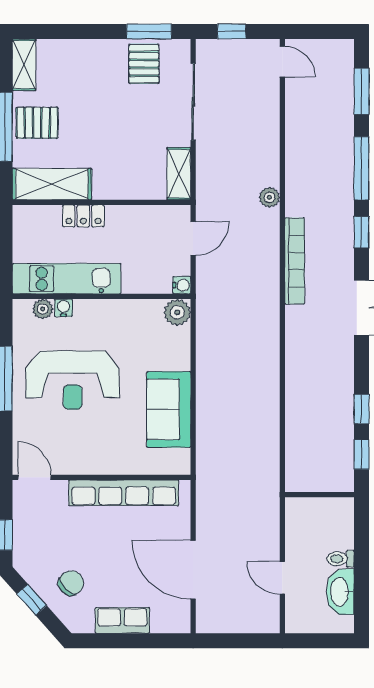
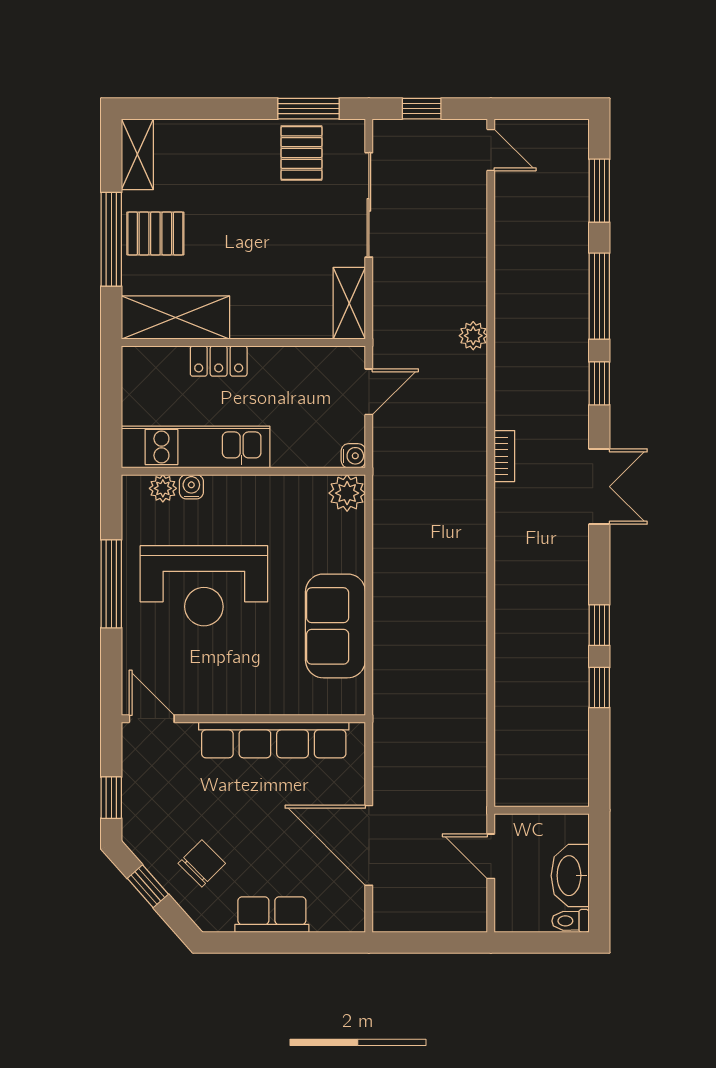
bookcase: (295, 261) -> (504, 456), width x0.43, depth x0.76
wall: (319, 495) -> (542, 810), moved
toilet: (341, 559) -> (571, 921), moved

